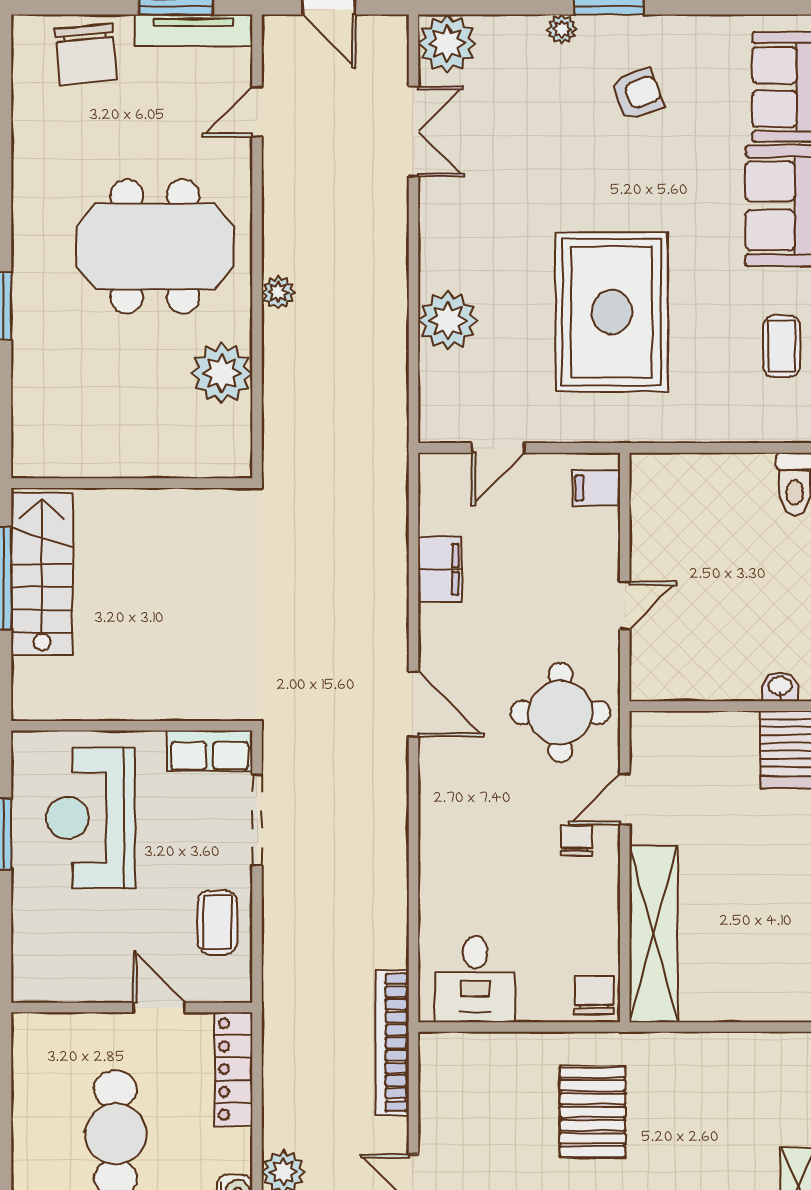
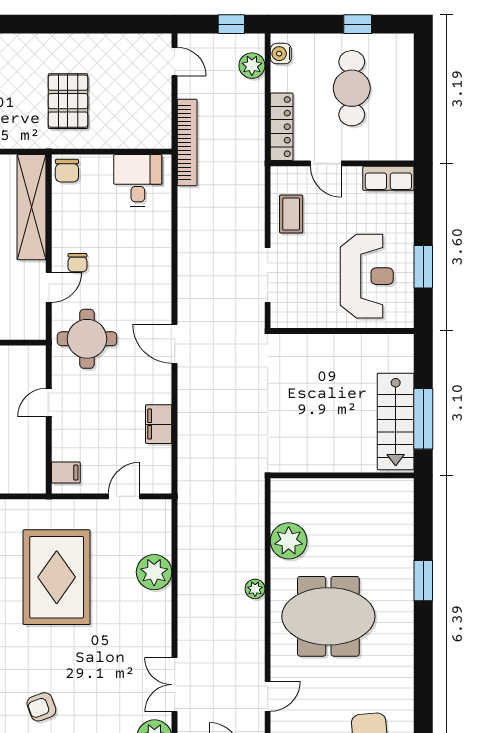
row of seats: (209, 751) -> (388, 178), moved, turned 180

